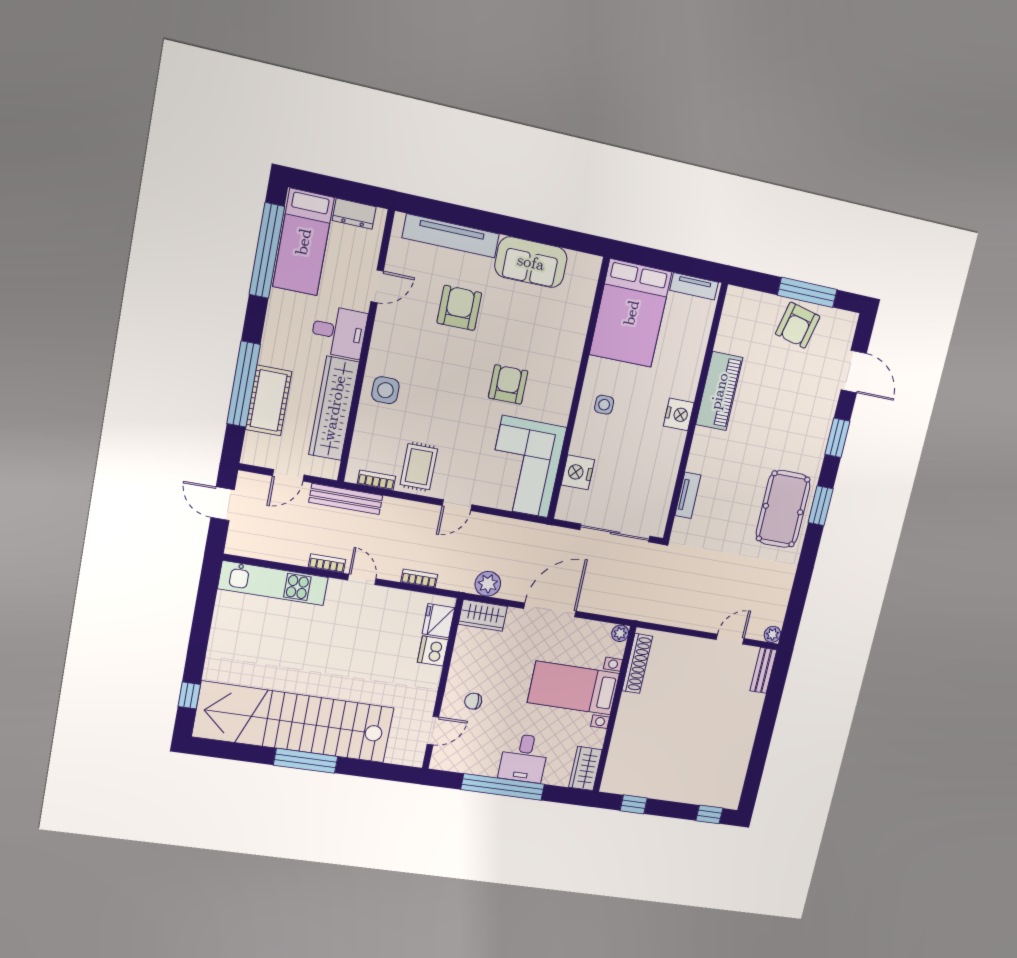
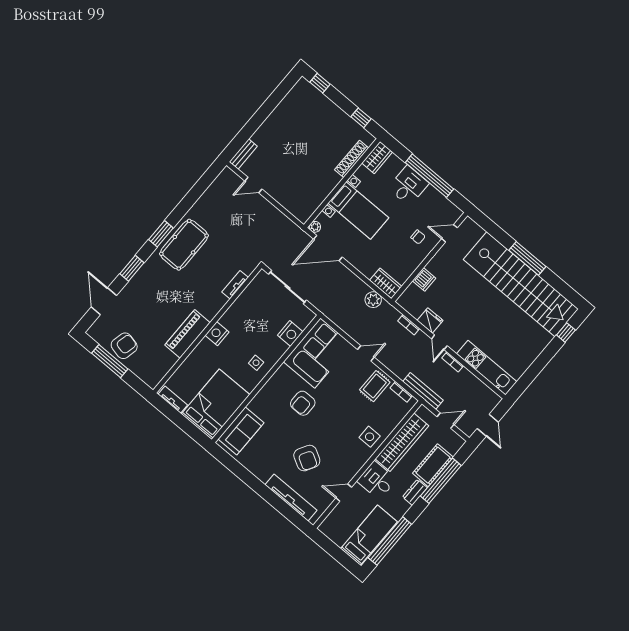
dresser: (354, 214) -> (415, 492), moved, turned -90
sofa: (531, 262) -> (241, 431), moved, turned 90
armchair: (459, 308) -> (307, 458), turned -61
door: (550, 610) -> (328, 248), moved
fridge: (438, 621) -> (430, 320), moved, turned -90
plant: (772, 634) -> (227, 173), removed
shoe rack: (637, 663) -> (352, 159), moved

